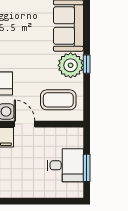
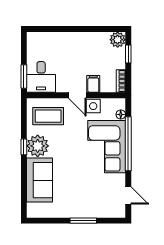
desk: (65, 165) -> (41, 77), moved, turned -90
window: (87, 168) -> (24, 76), moved

